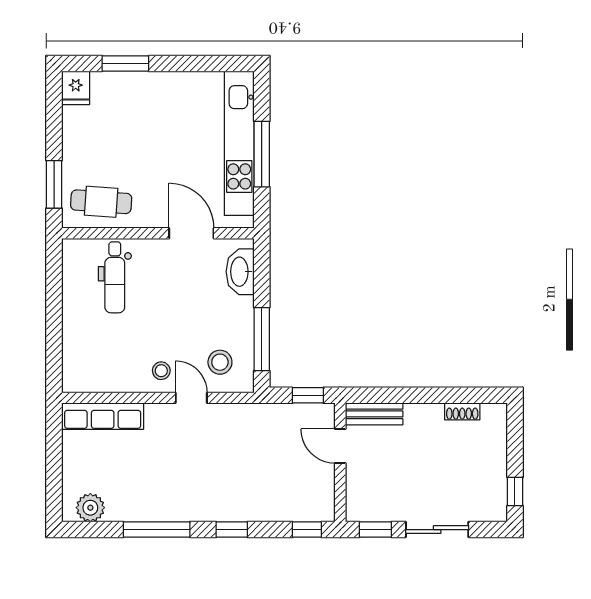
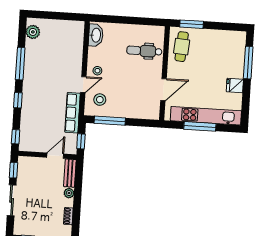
window: (125, 64) -> (248, 63), width x1.44
fridge: (76, 88) -> (235, 85), moved
washbasin: (240, 272) -> (96, 35), moved, turned 90
plant: (415, 413) -> (69, 193), added
row of seats: (103, 416) -> (73, 113), moved

